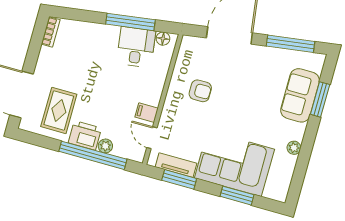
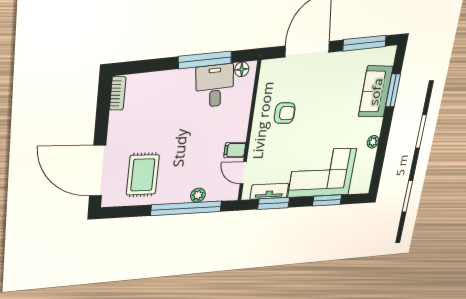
printer: (85, 135) -> (175, 191), removed

